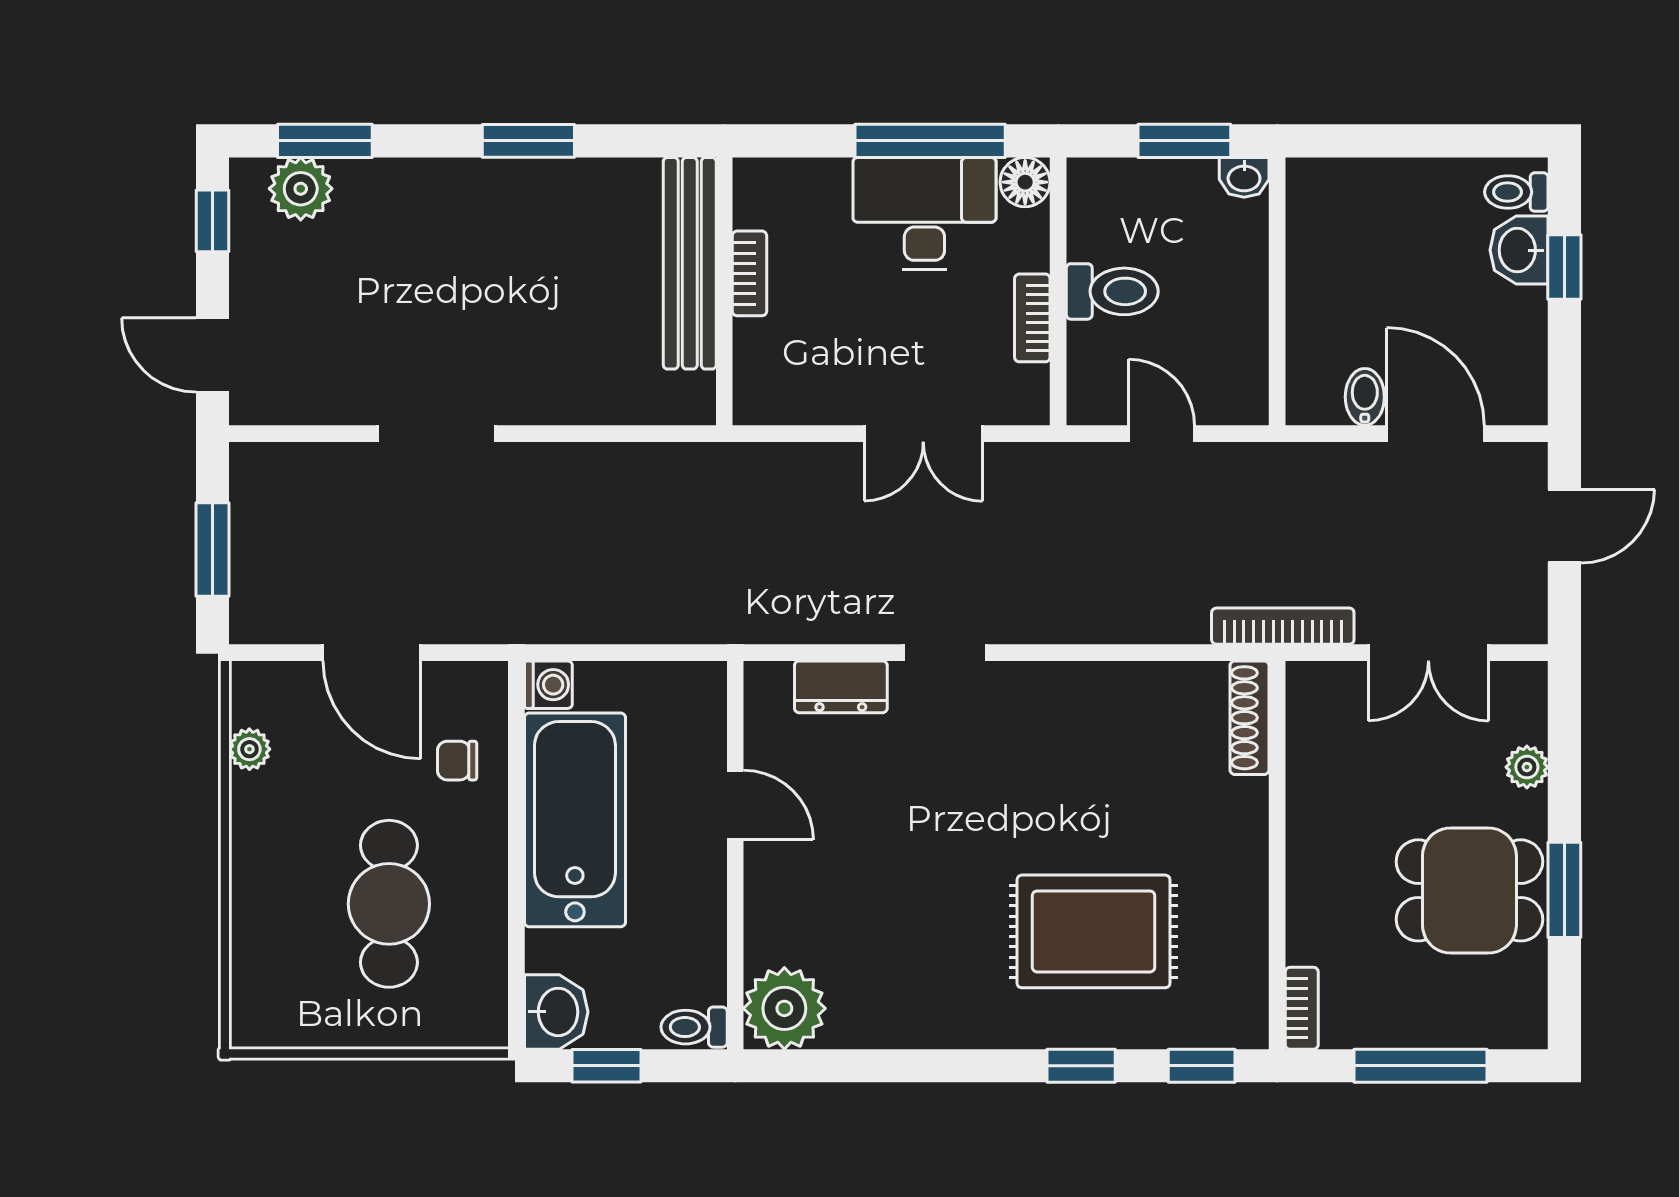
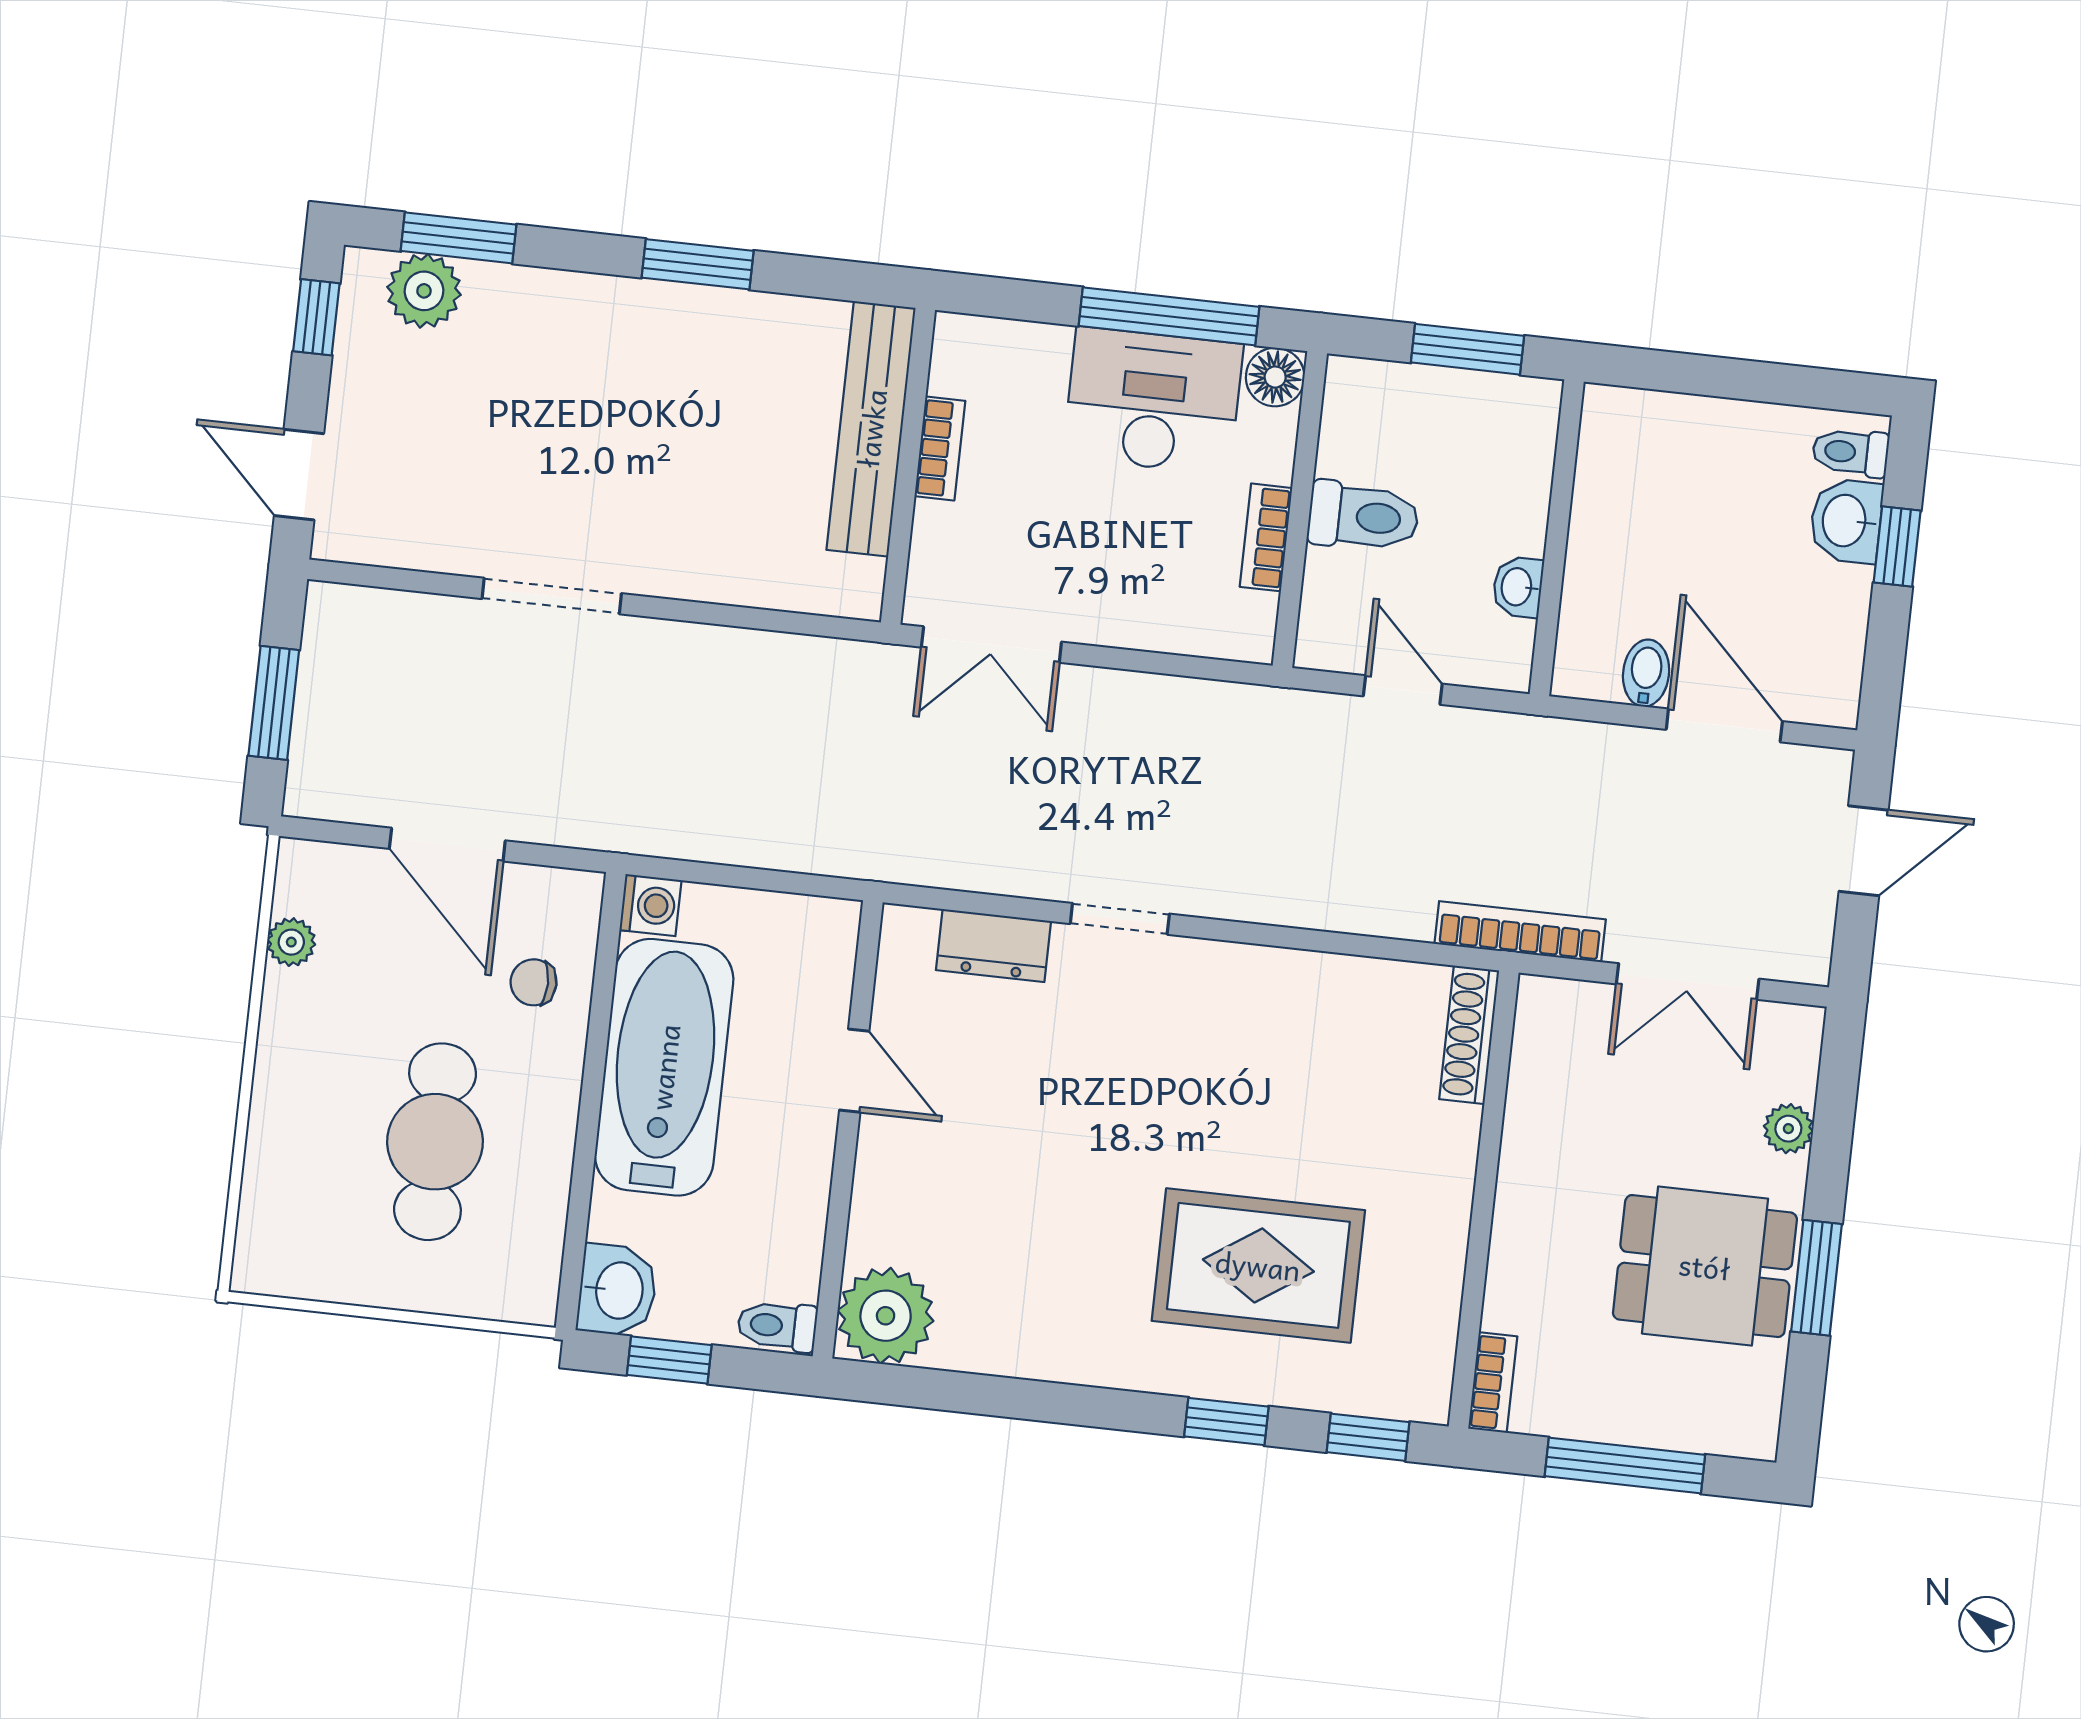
washbasin: (1244, 177) -> (1518, 587), moved, turned 90
double door: (923, 434) -> (991, 645), moved

